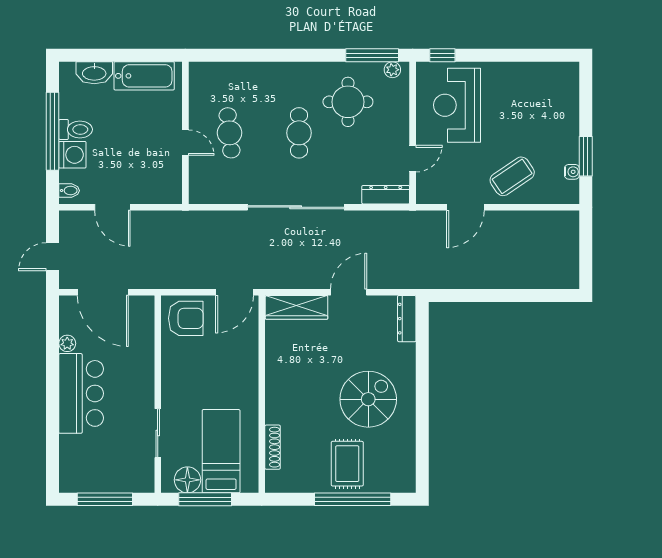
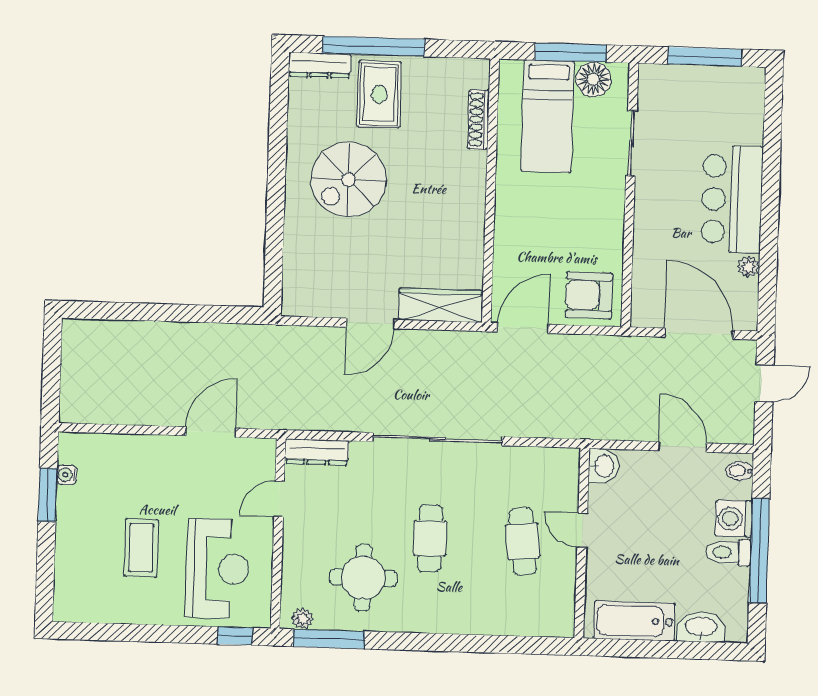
coffee table: (512, 176) -> (141, 548), moved, turned -56
washbasin: (171, 191) -> (603, 466), added
dresser: (407, 319) -> (320, 65), moved, turned 90

